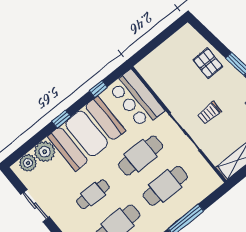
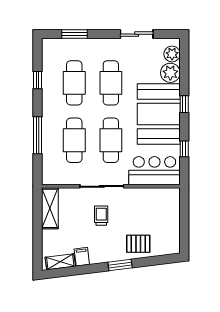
cafe table: (93, 194) -> (111, 83), width x1.37, depth x1.35

